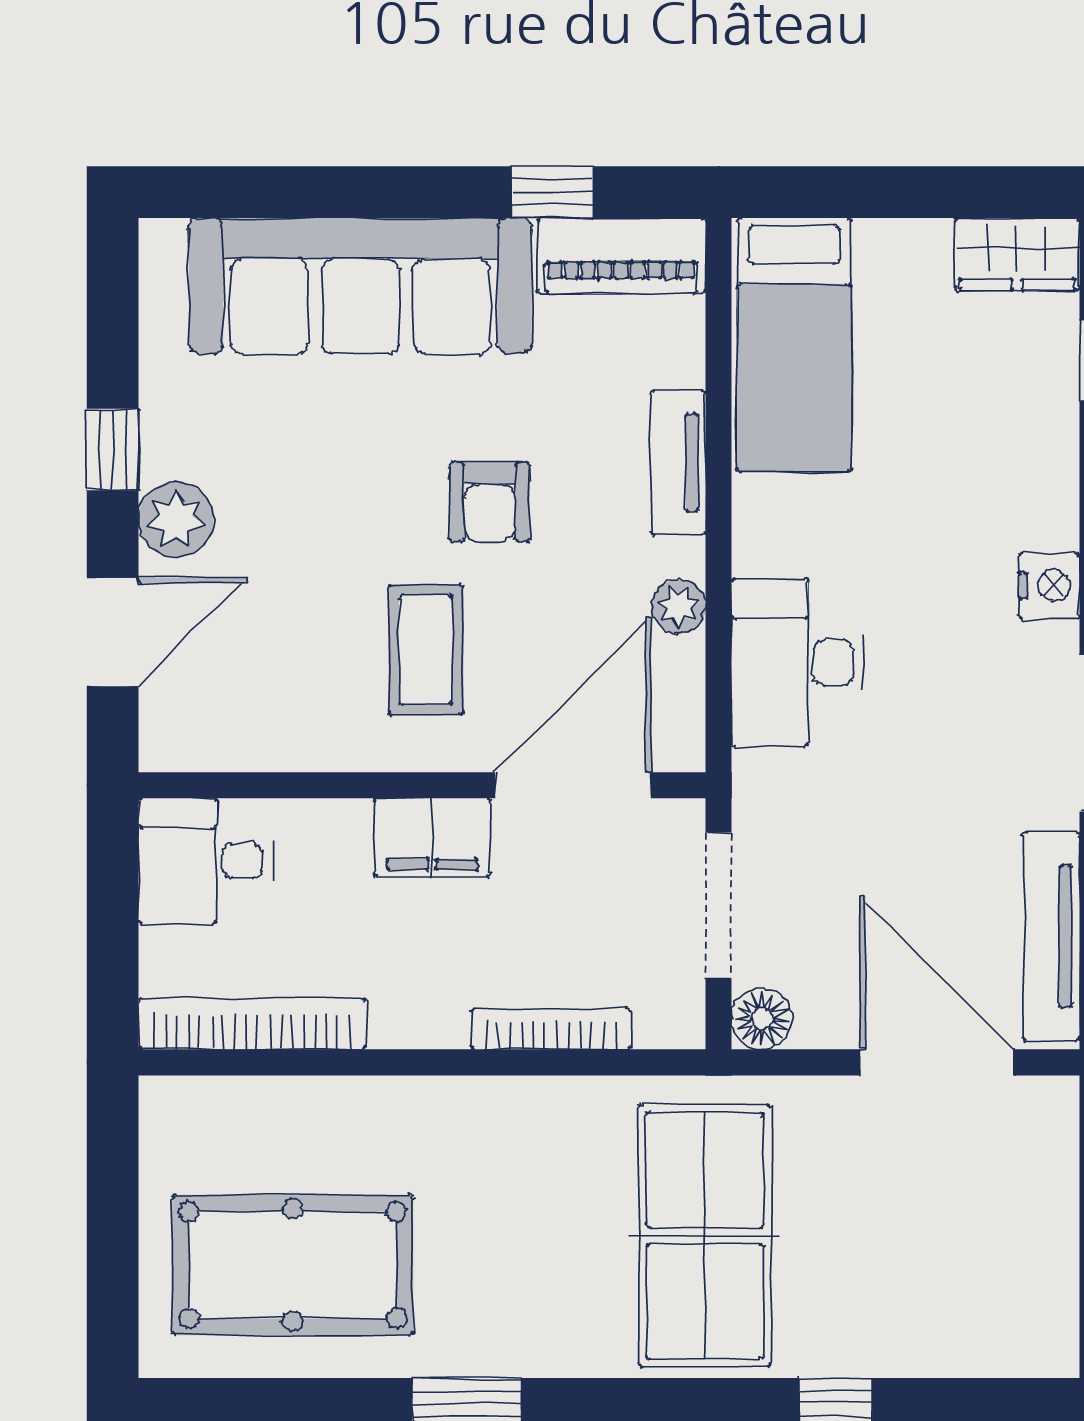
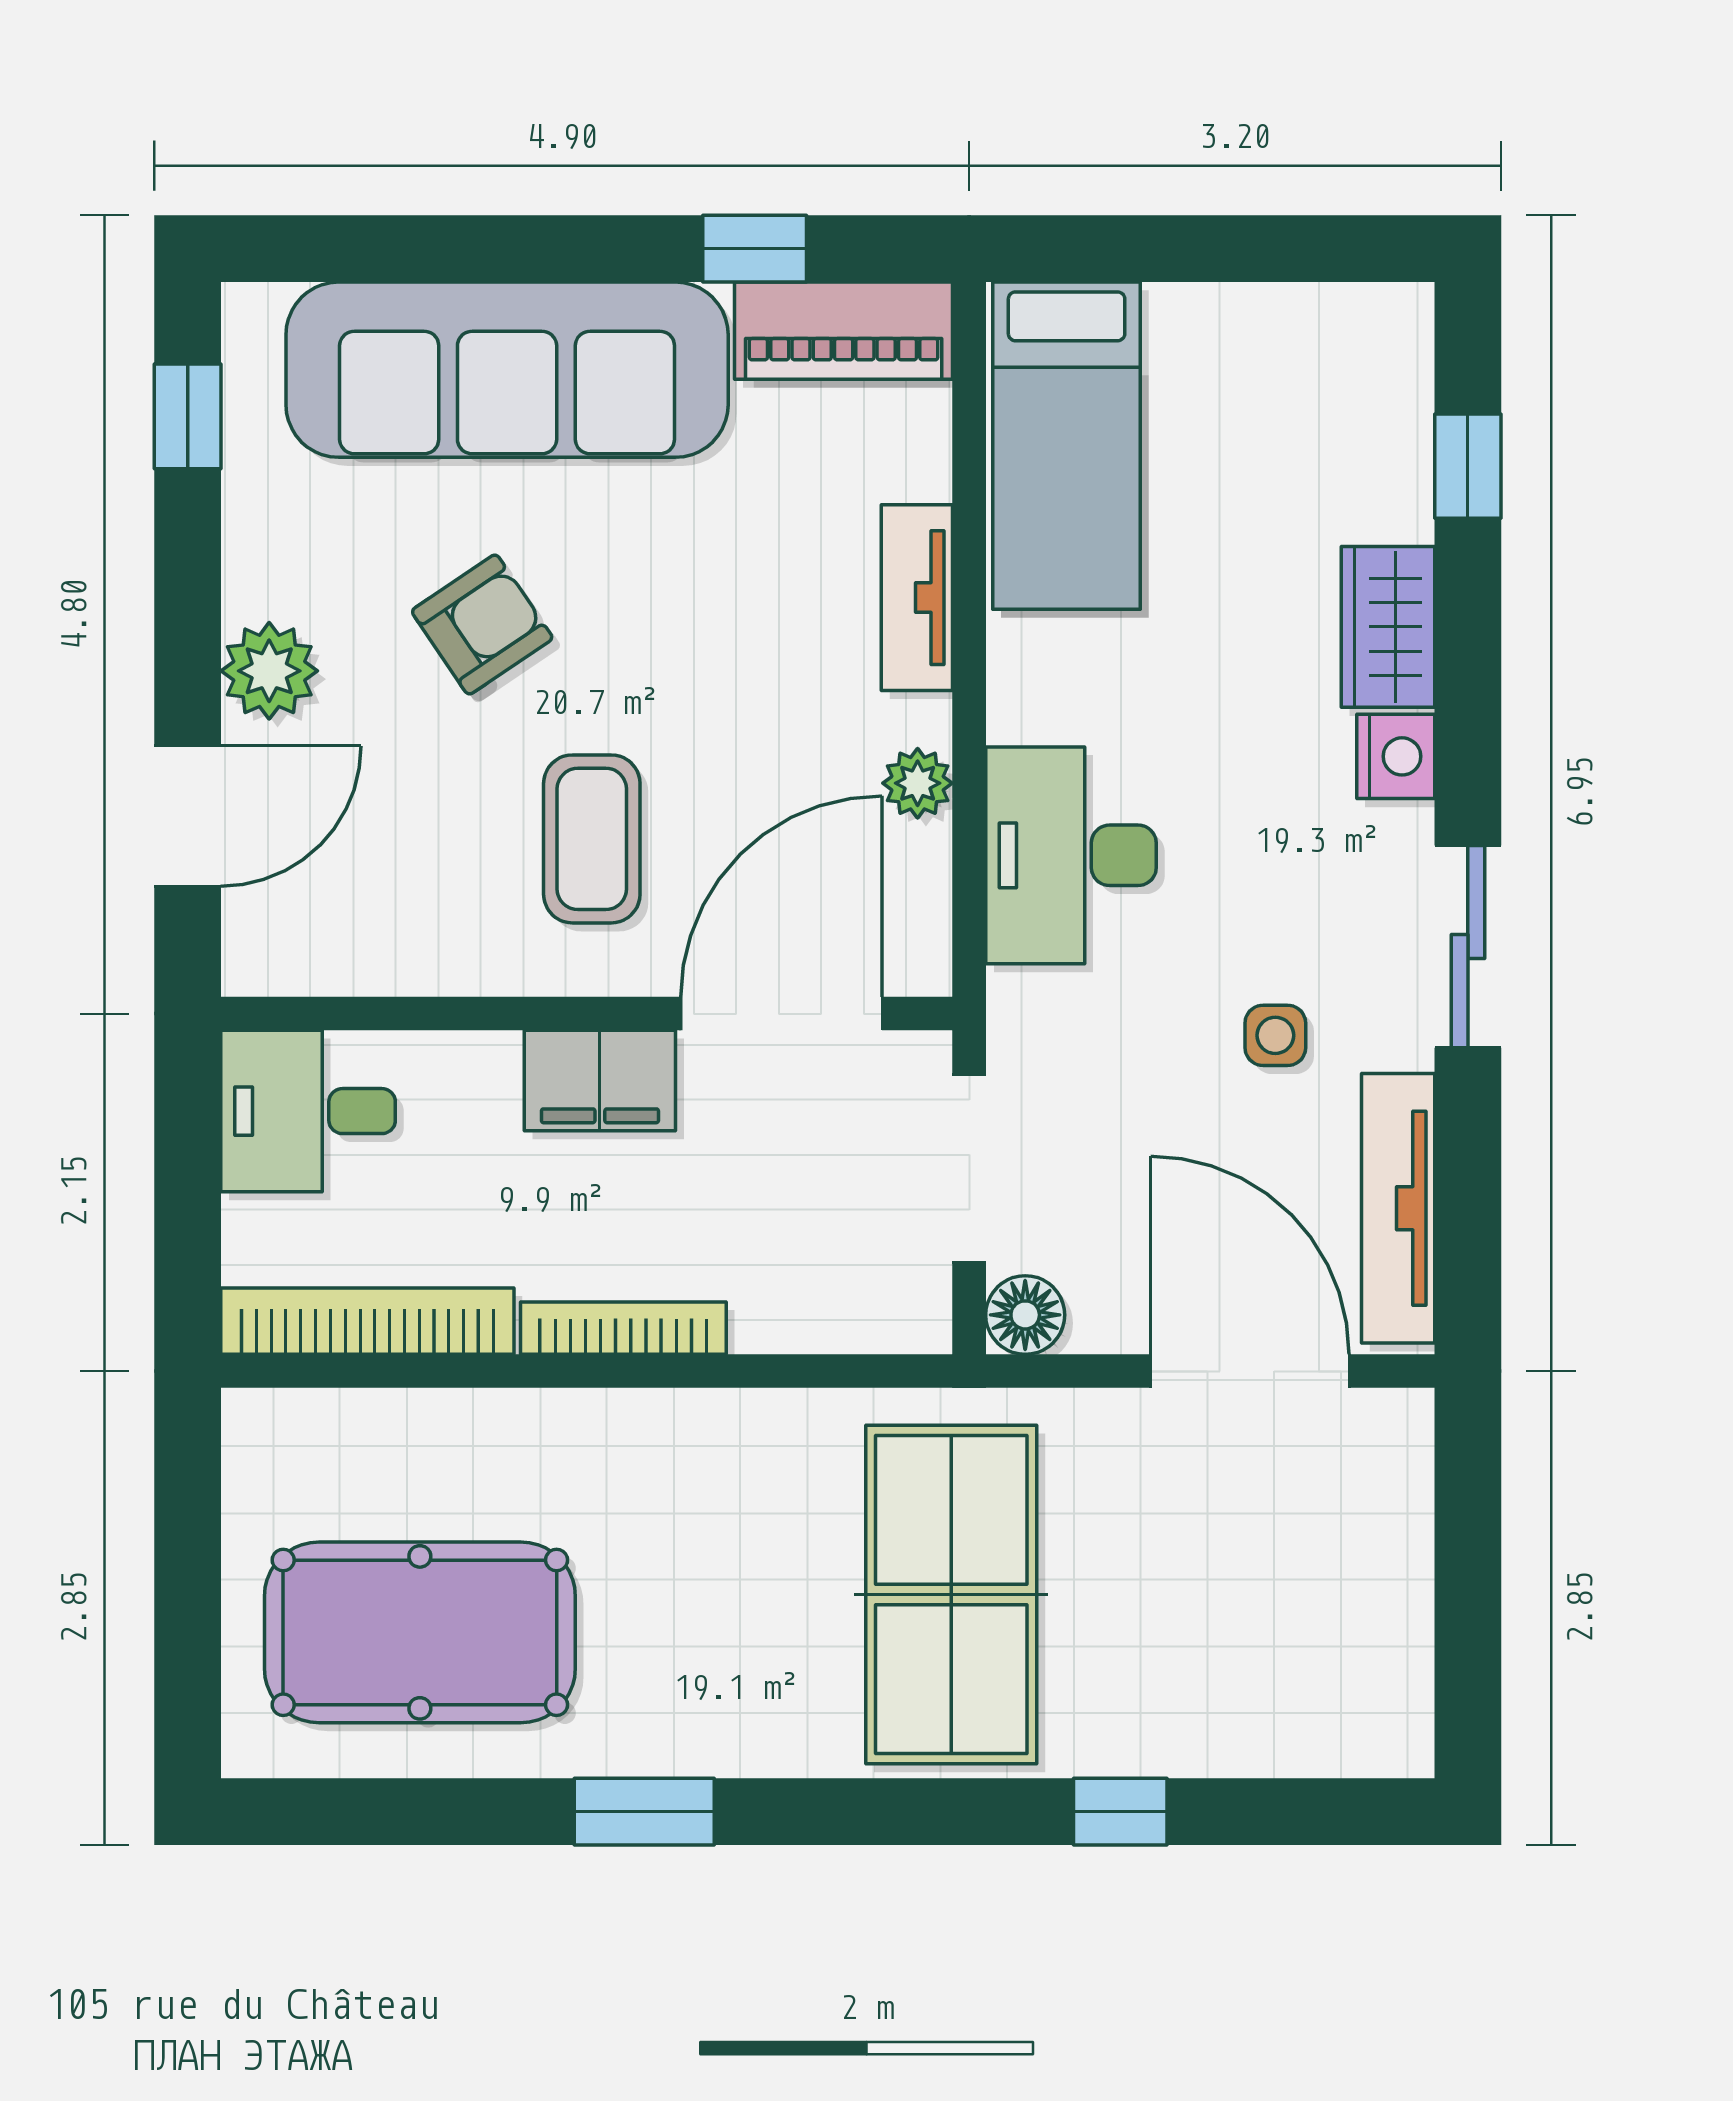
wardrobe: (1017, 254) -> (1388, 627), moved, turned 90
window: (113, 449) -> (188, 416), moved
armchair: (490, 502) -> (482, 625), moved, turned -124
side table: (956, 802) -> (1275, 1035), added
bookcase: (551, 1029) -> (623, 1328), moved

